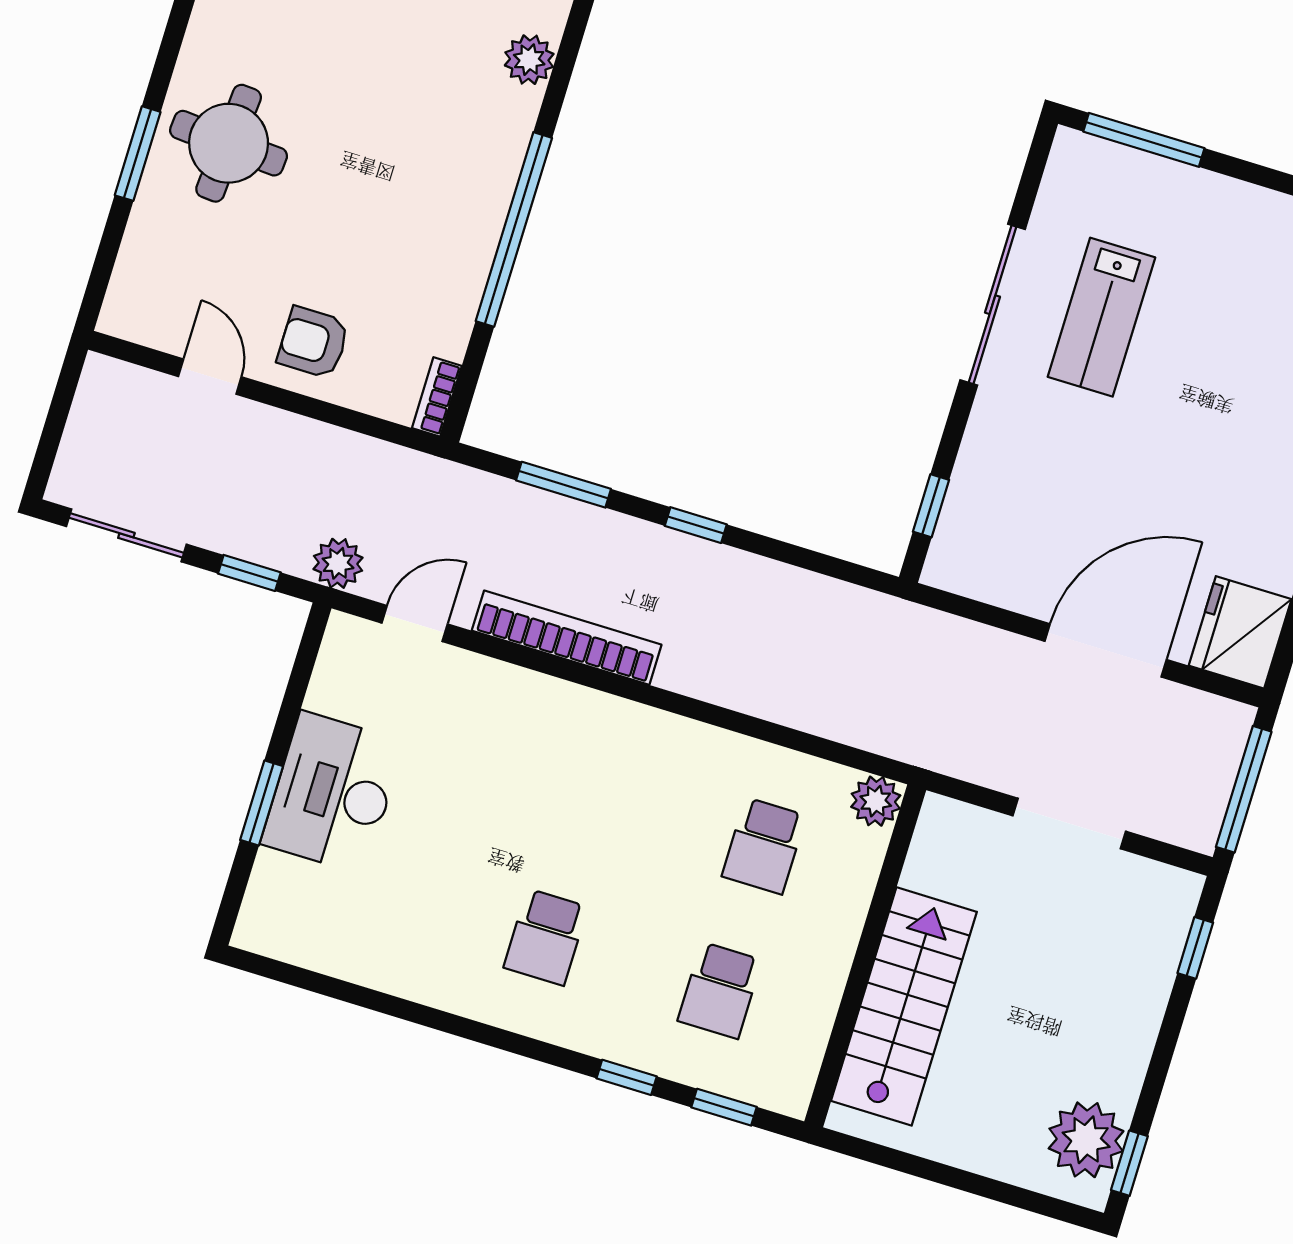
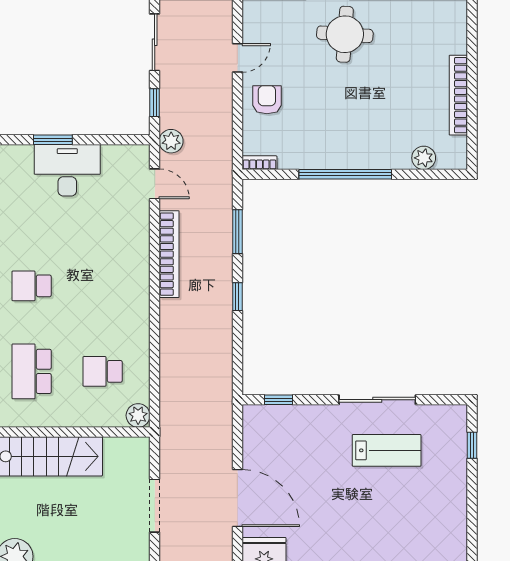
window: (1144, 140) -> (472, 445), width x0.46
lab bench: (1101, 317) -> (387, 450), turned 180
school desk: (720, 990) -> (32, 371), width x1.85

